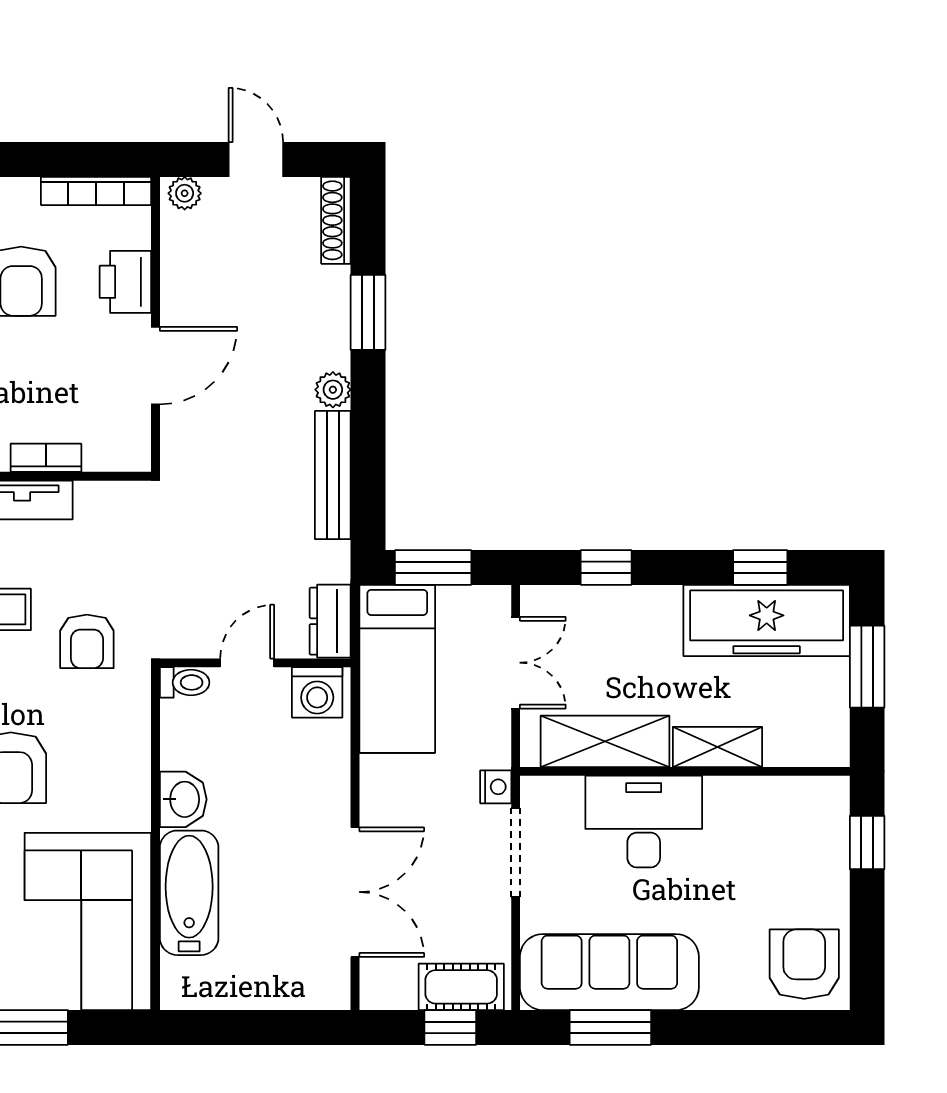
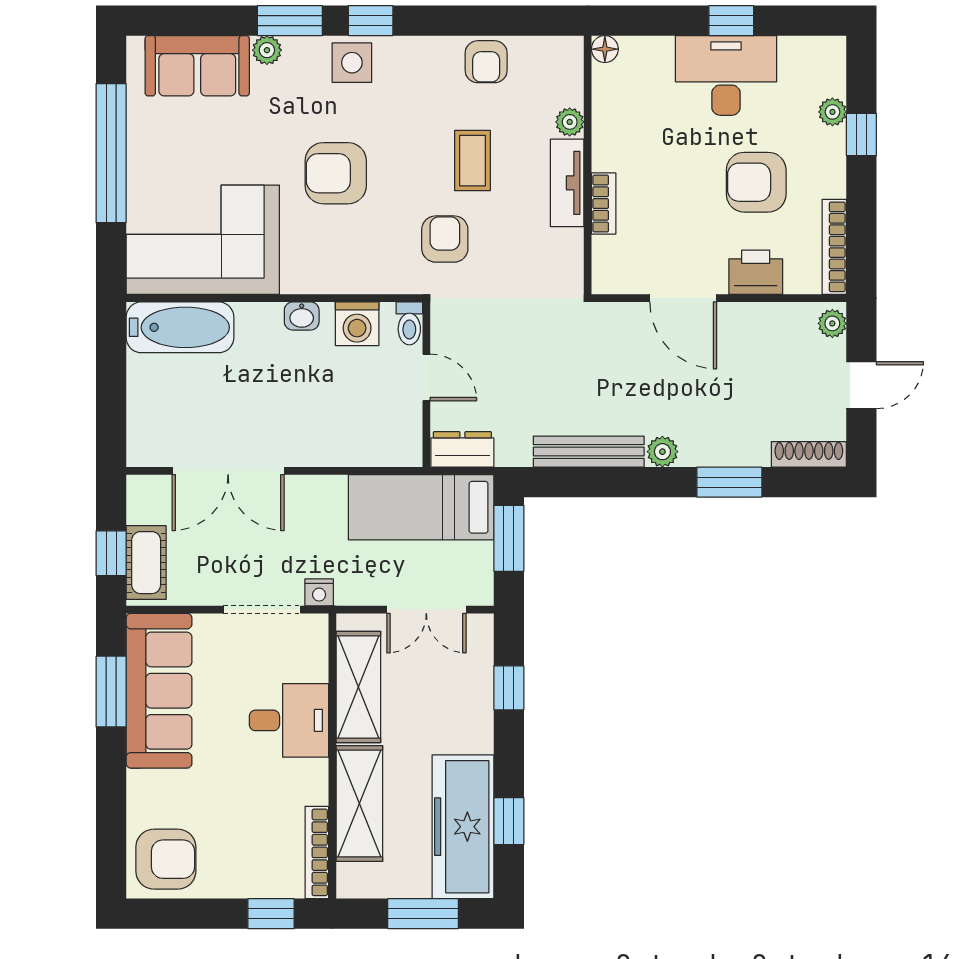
armchair: (87, 641) -> (445, 239), turned 90
washing machine: (317, 692) -> (357, 324), moved, turned -90
shelving: (717, 747) -> (359, 803), width x1.50, depth x1.33
bookcase: (796, 789) -> (317, 852), added
washbasin: (183, 799) -> (302, 316), width x0.72, depth x0.69
desk: (644, 822) -> (289, 720), width x0.73
bathtub: (189, 893) -> (180, 327), moved

